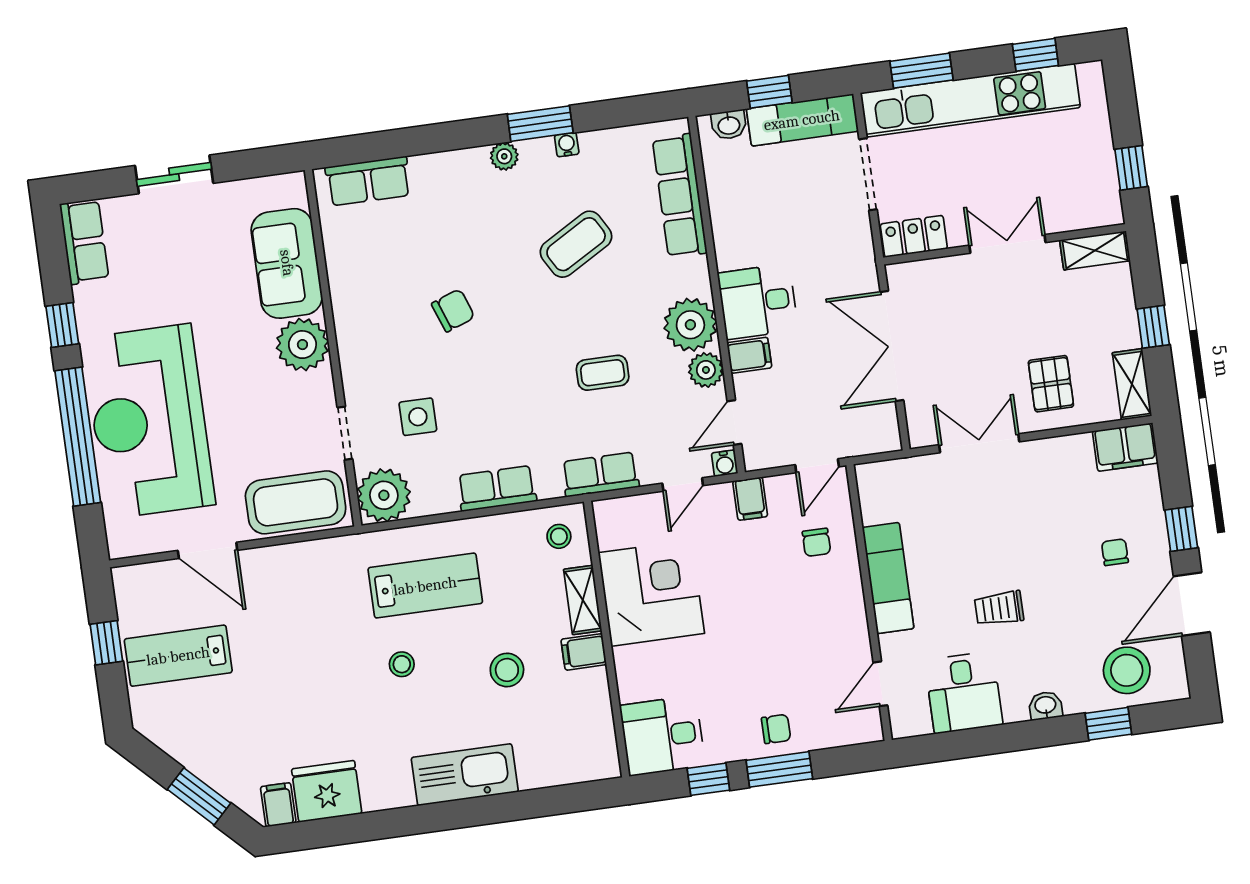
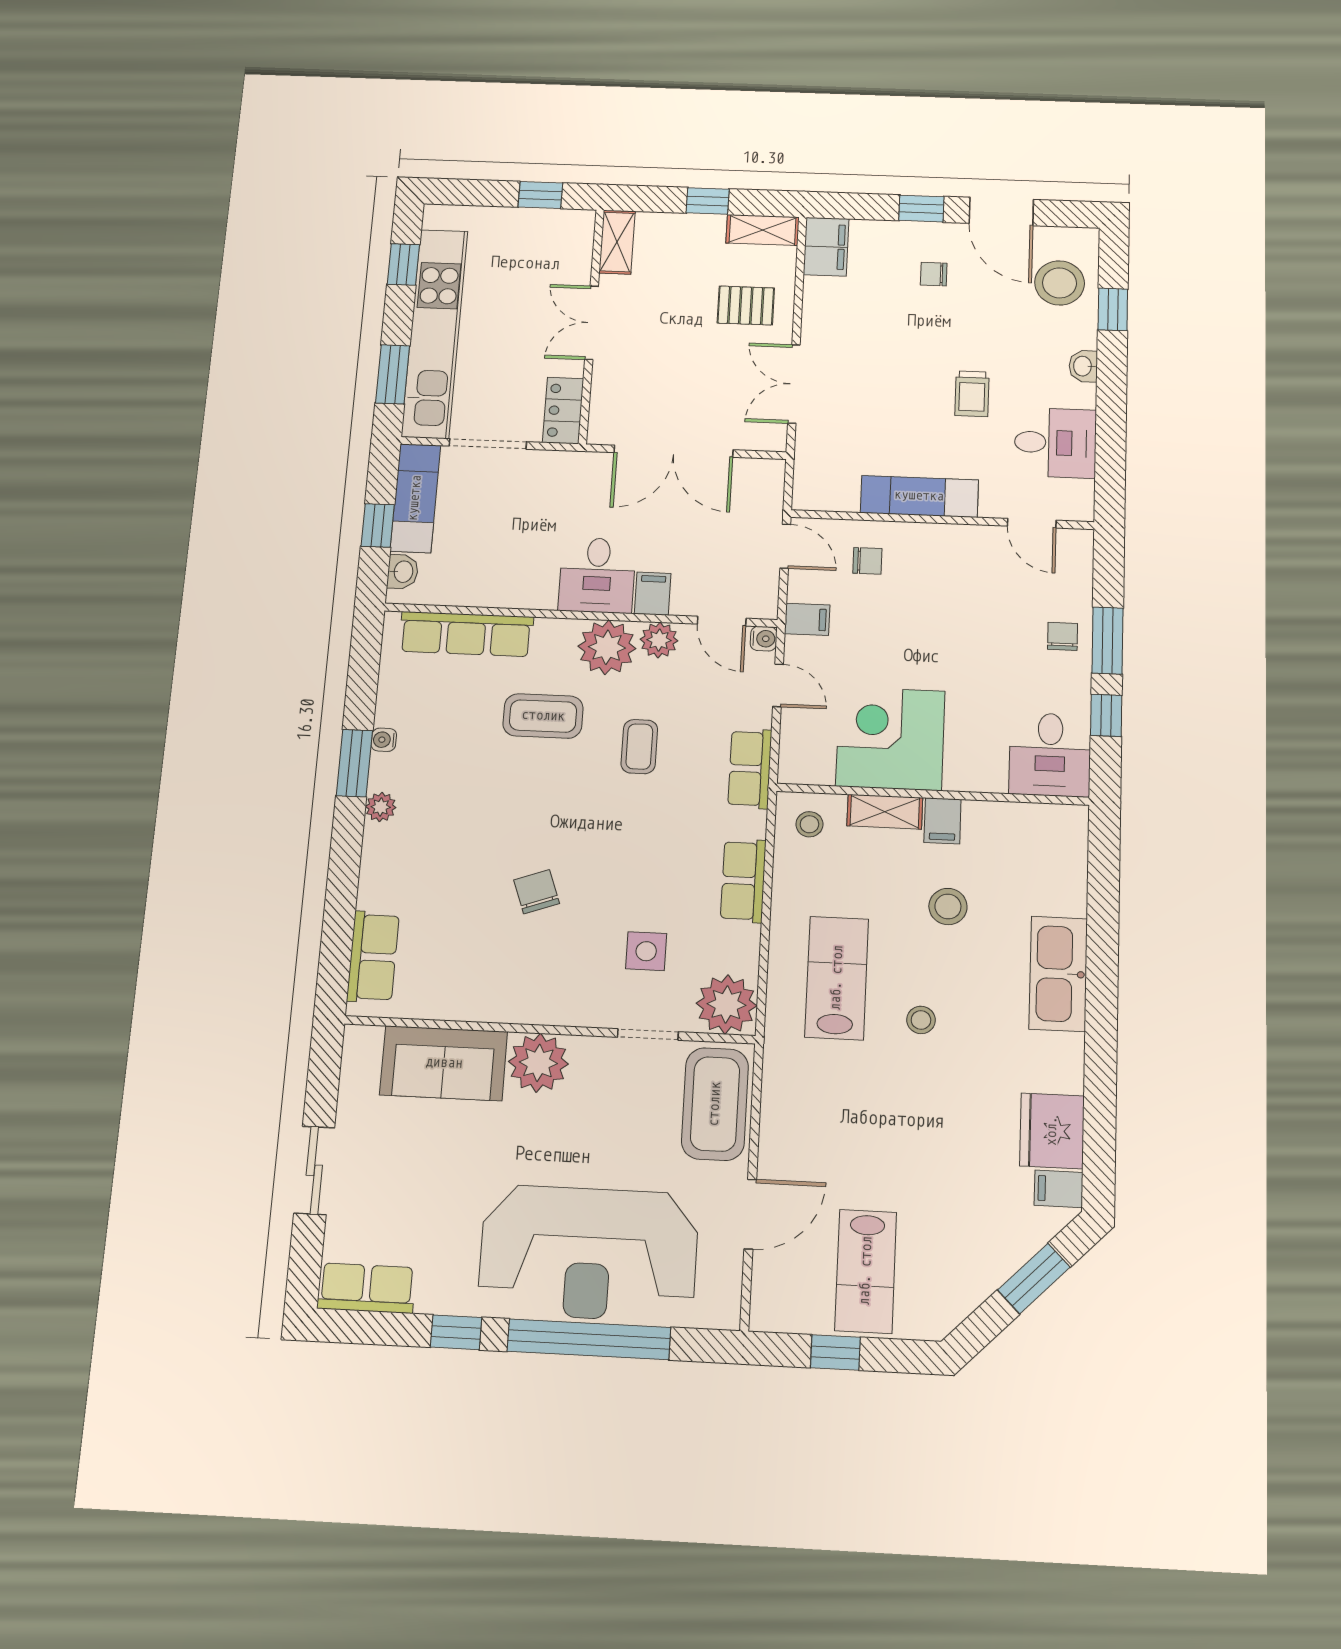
coffee table: (576, 244) -> (543, 716), moved, turned -60

